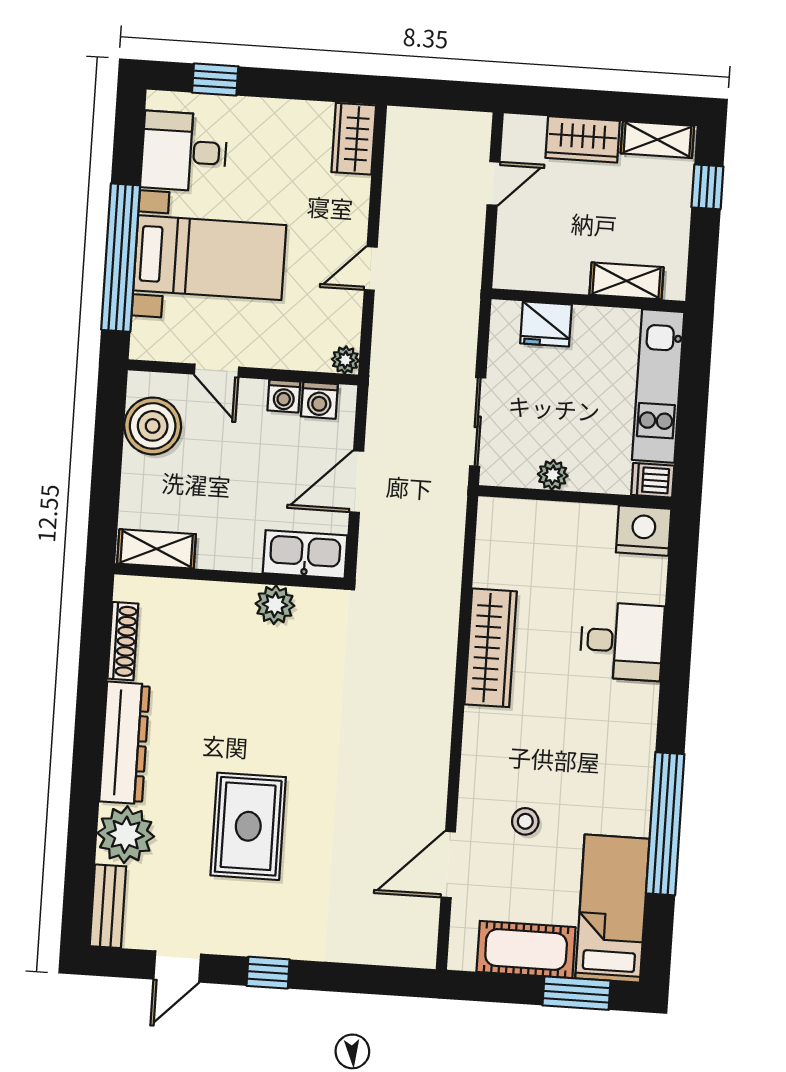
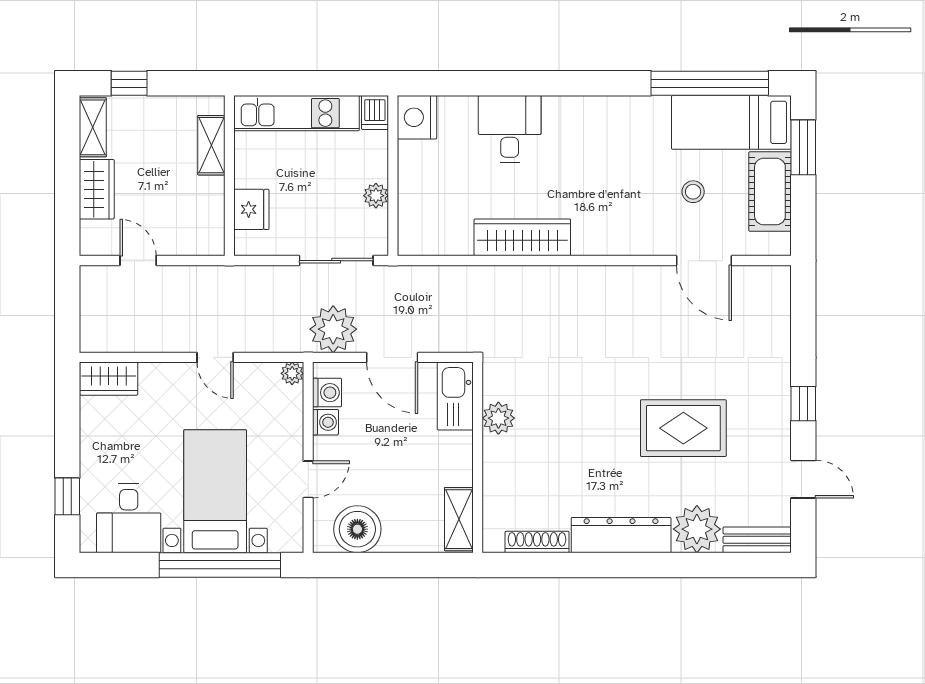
plant: (395, 413) -> (333, 329), added
stool: (525, 821) -> (693, 192), moved
window: (665, 824) -> (710, 83), moved

